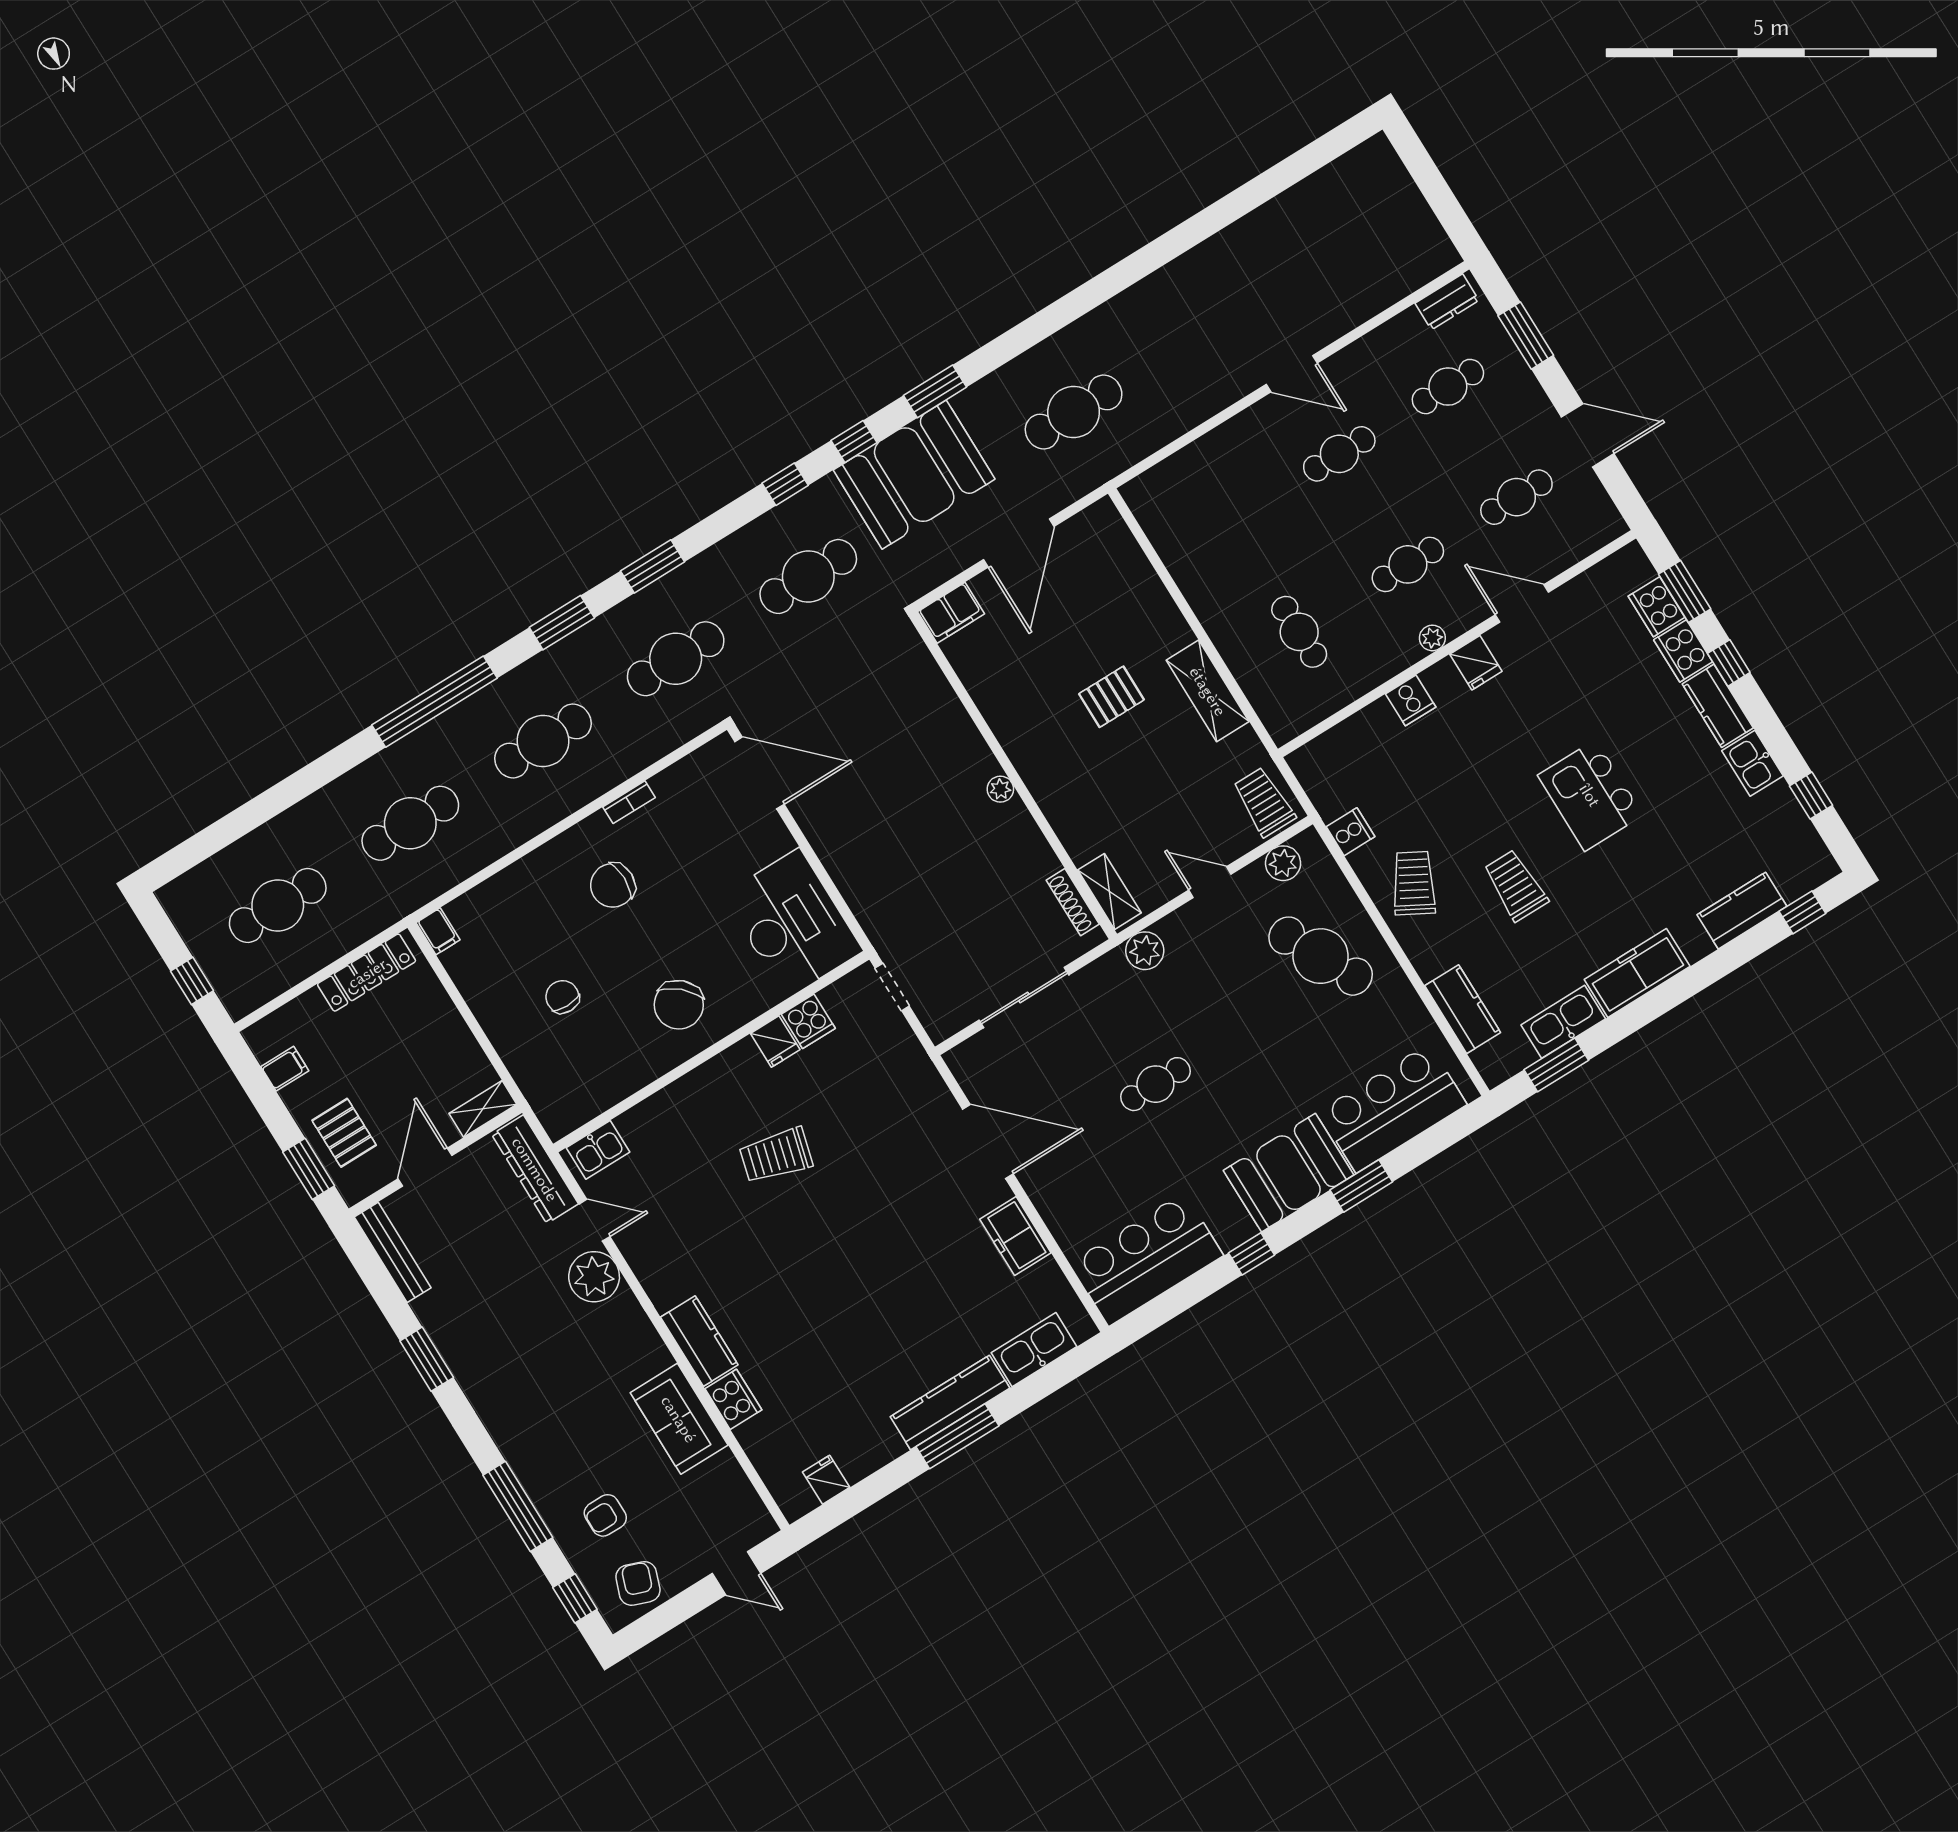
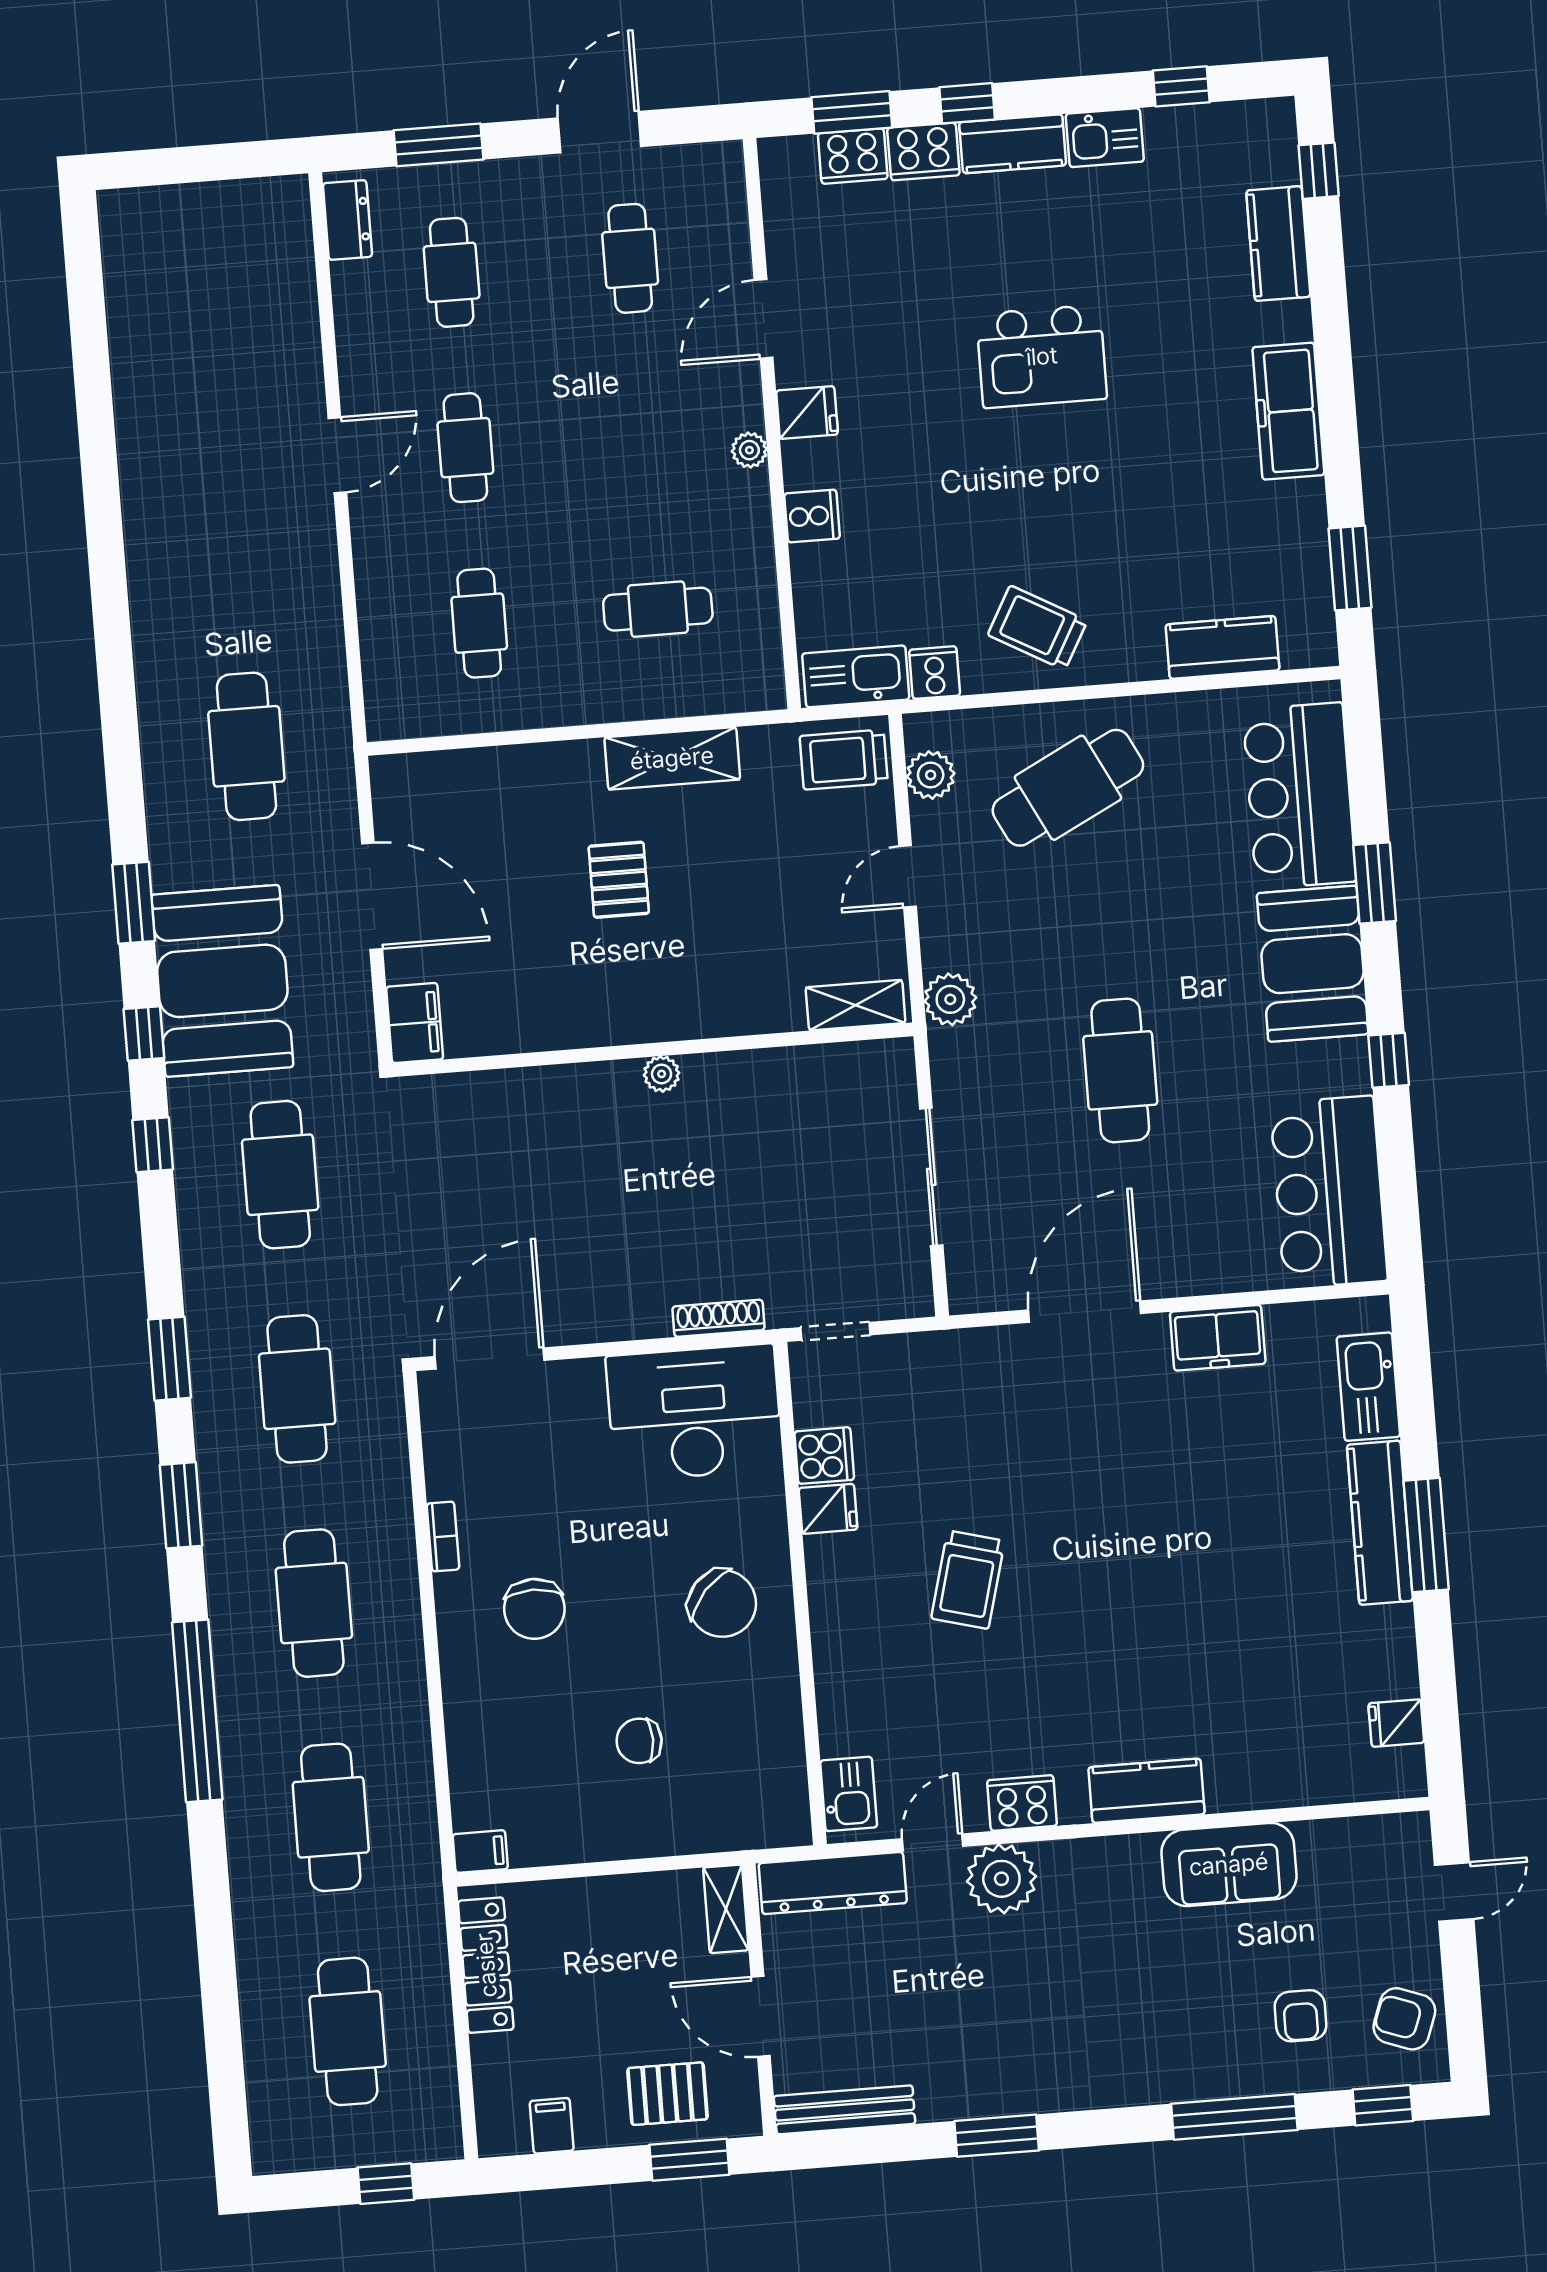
cafe table: (1408, 564) -> (479, 623), moved
trolley: (1516, 885) -> (1105, 504), removed
shoe rack: (1073, 902) -> (719, 1318), moved, turned 180
kitchen sink: (1563, 1022) -> (856, 676), moved, turned 90
cafe table: (1155, 1084) -> (1120, 1070), width x1.37, depth x1.35
cooker: (733, 1399) -> (1022, 1803), moved

